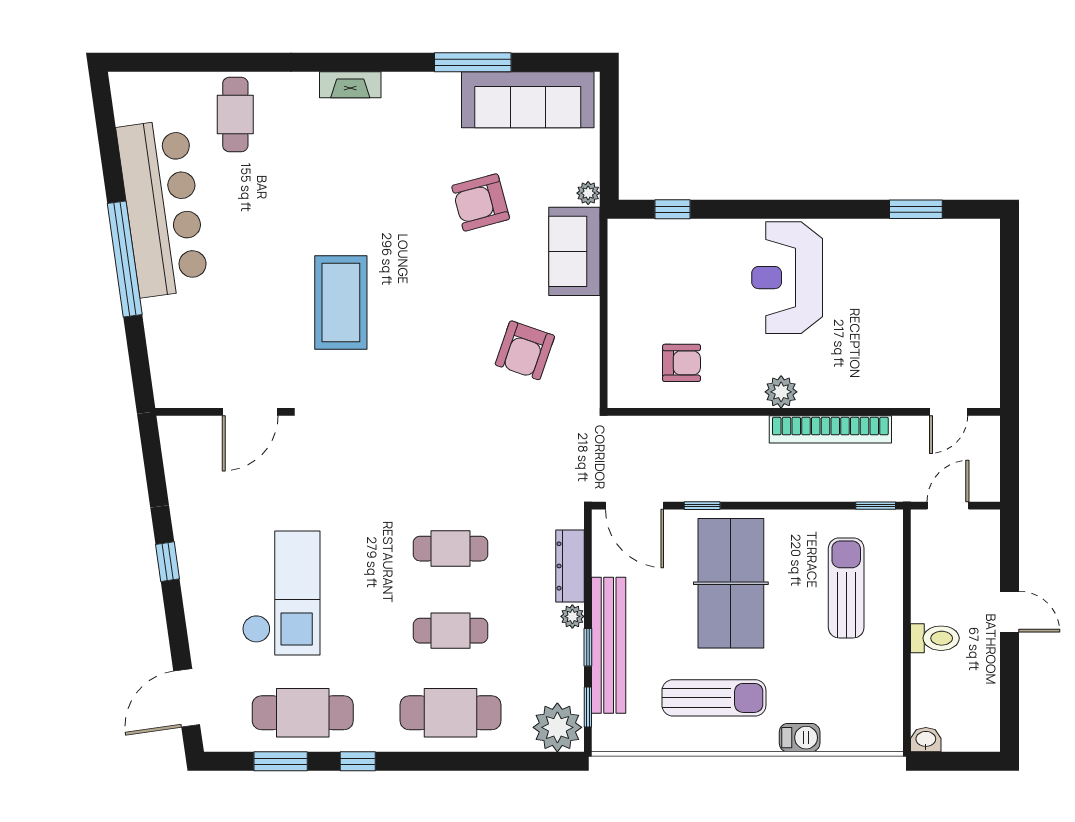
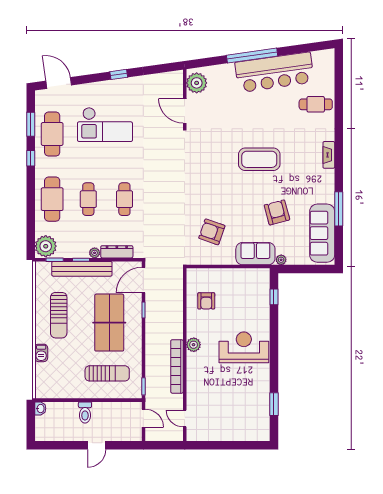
coffee table: (341, 303) -> (259, 159), moved
plant: (187, 385) -> (197, 83), added
table tennis table: (731, 583) -> (109, 323), turned 90

